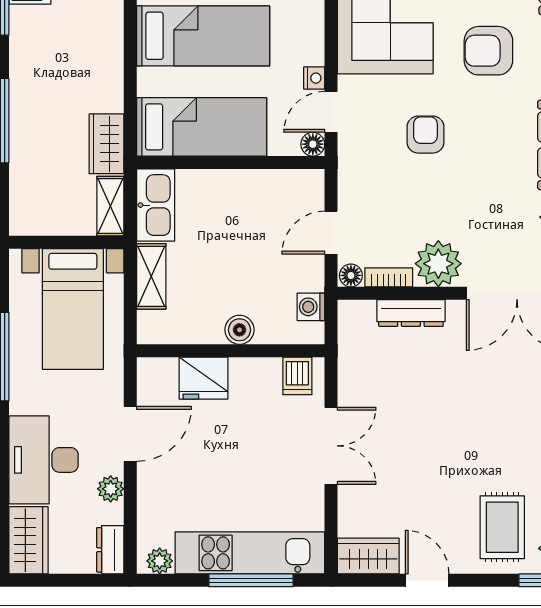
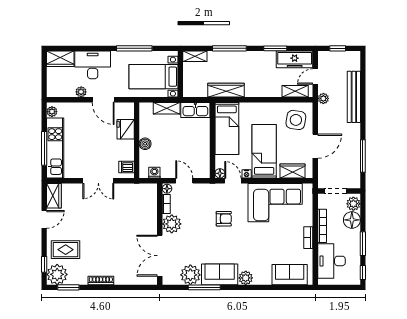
bed: (203, 36) -> (264, 151), moved, turned 180
armchair: (488, 51) -> (258, 244), removed
wardrobe: (106, 144) -> (226, 90), width x1.50
shelving: (110, 206) -> (195, 56), moved
dresser: (411, 313) -> (152, 213), removed
dresser: (110, 550) -> (56, 92), removed

